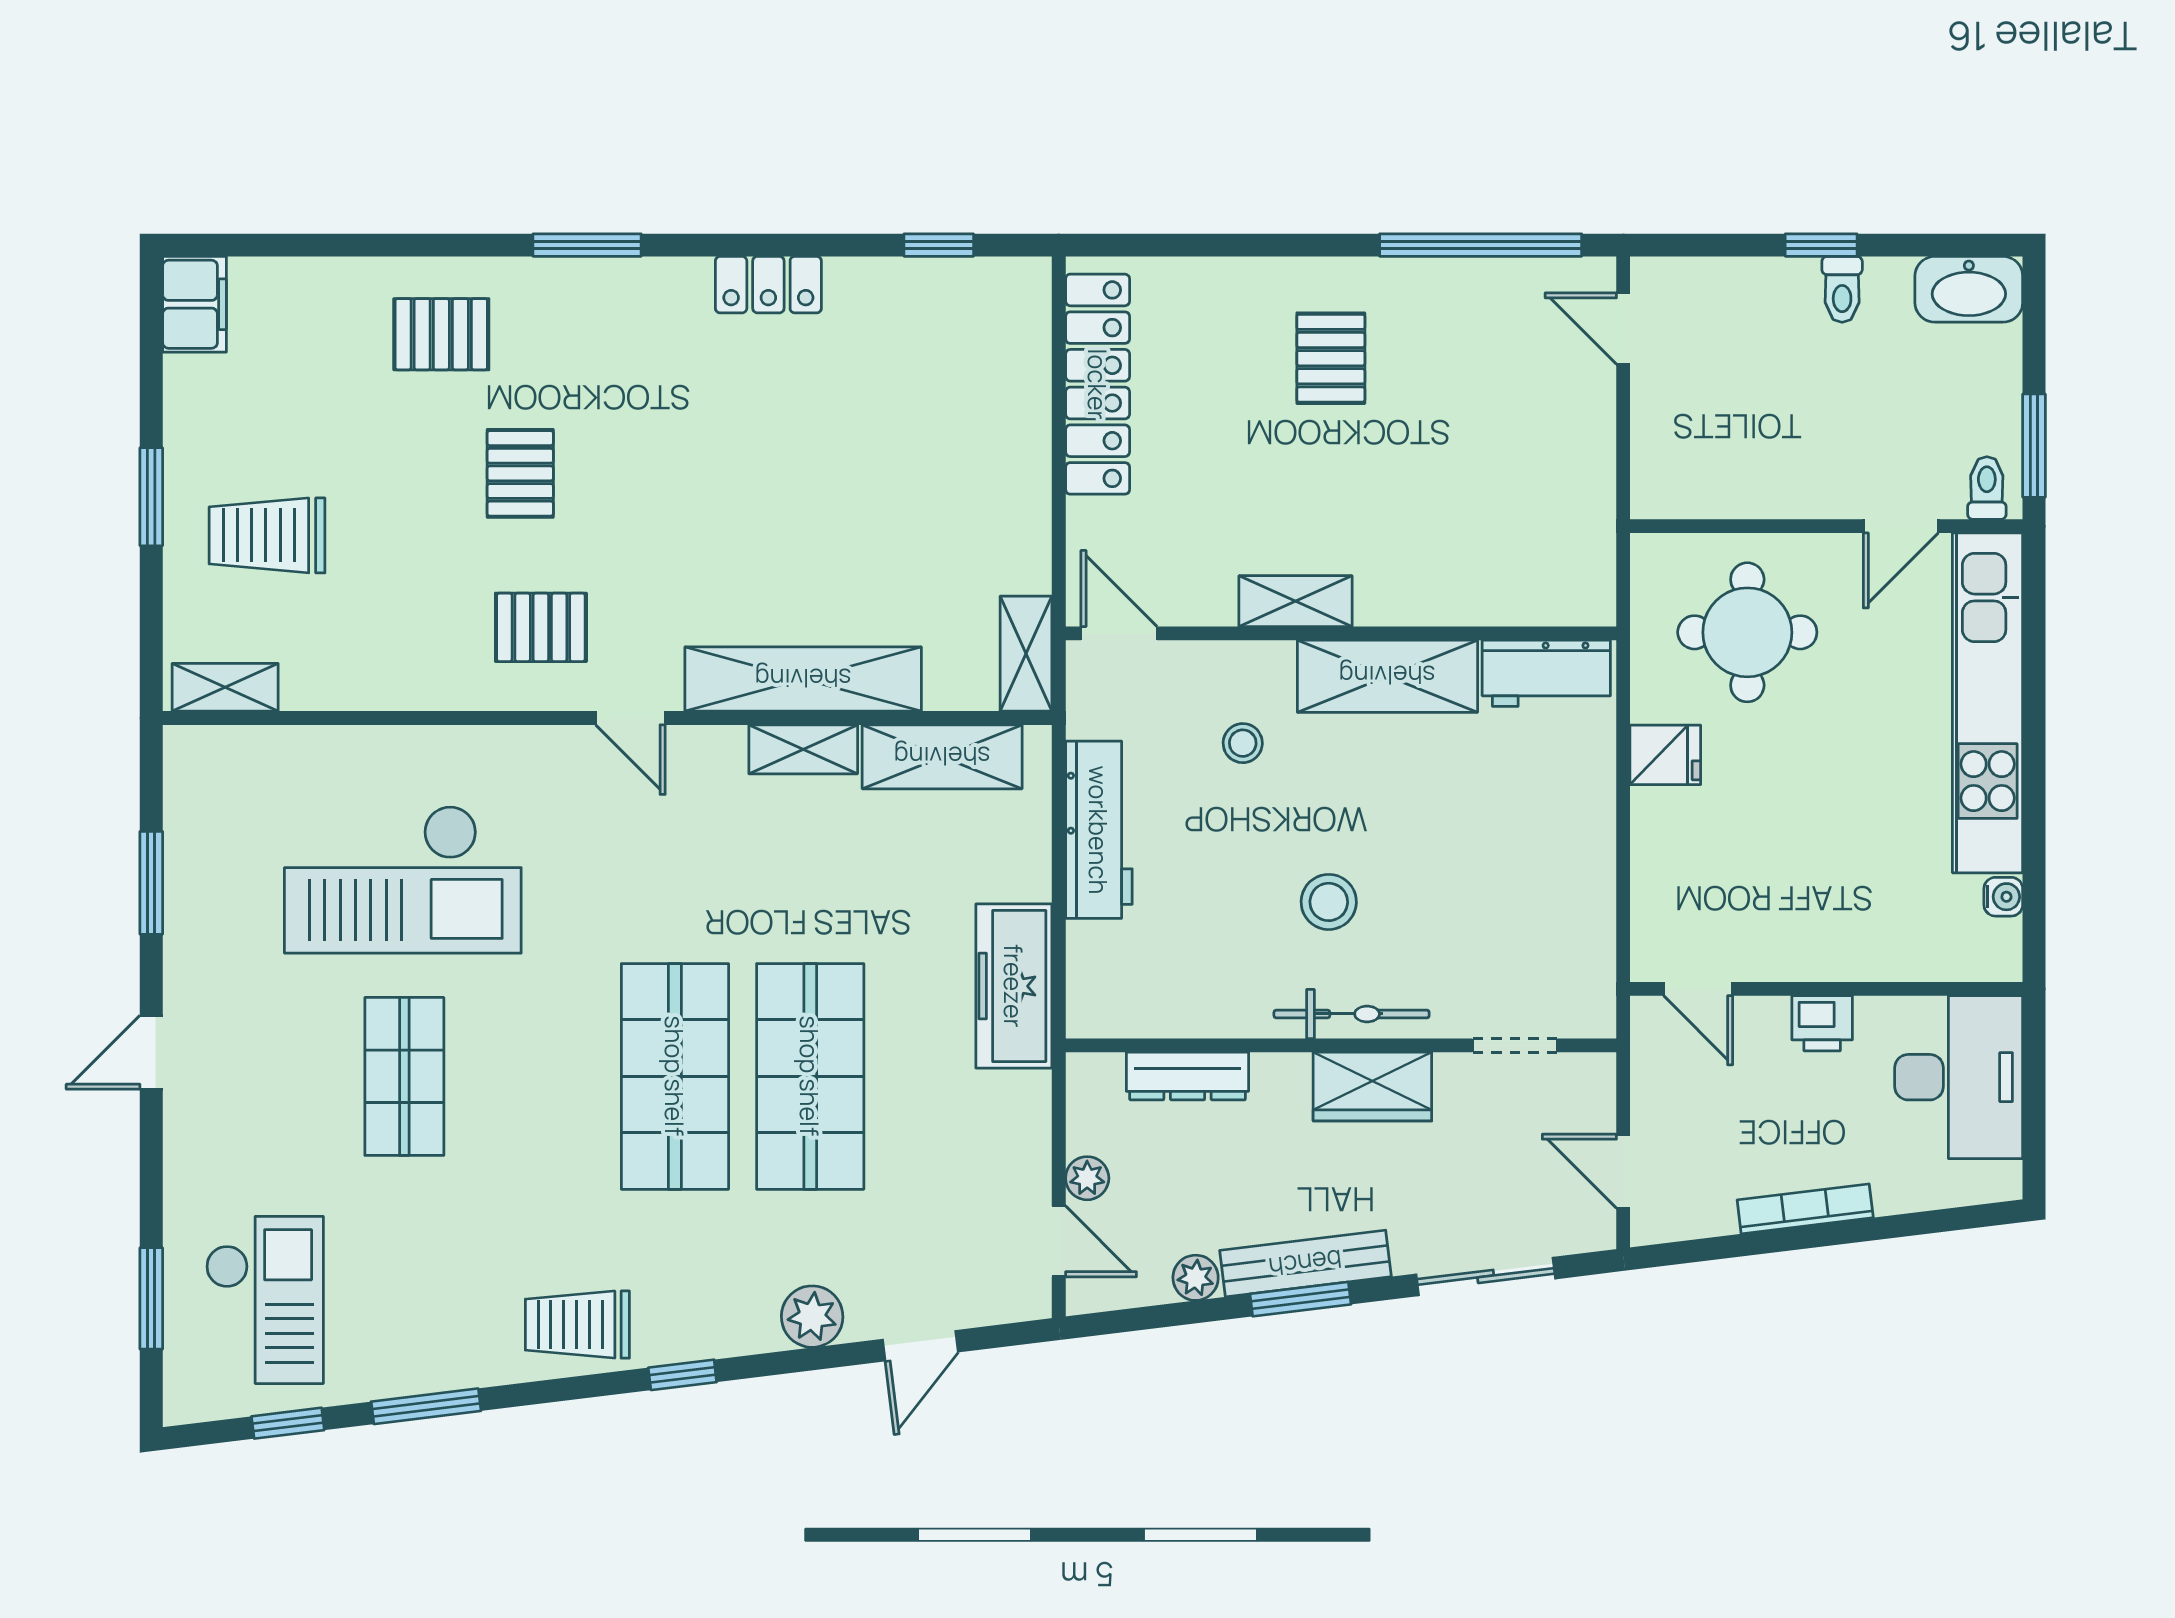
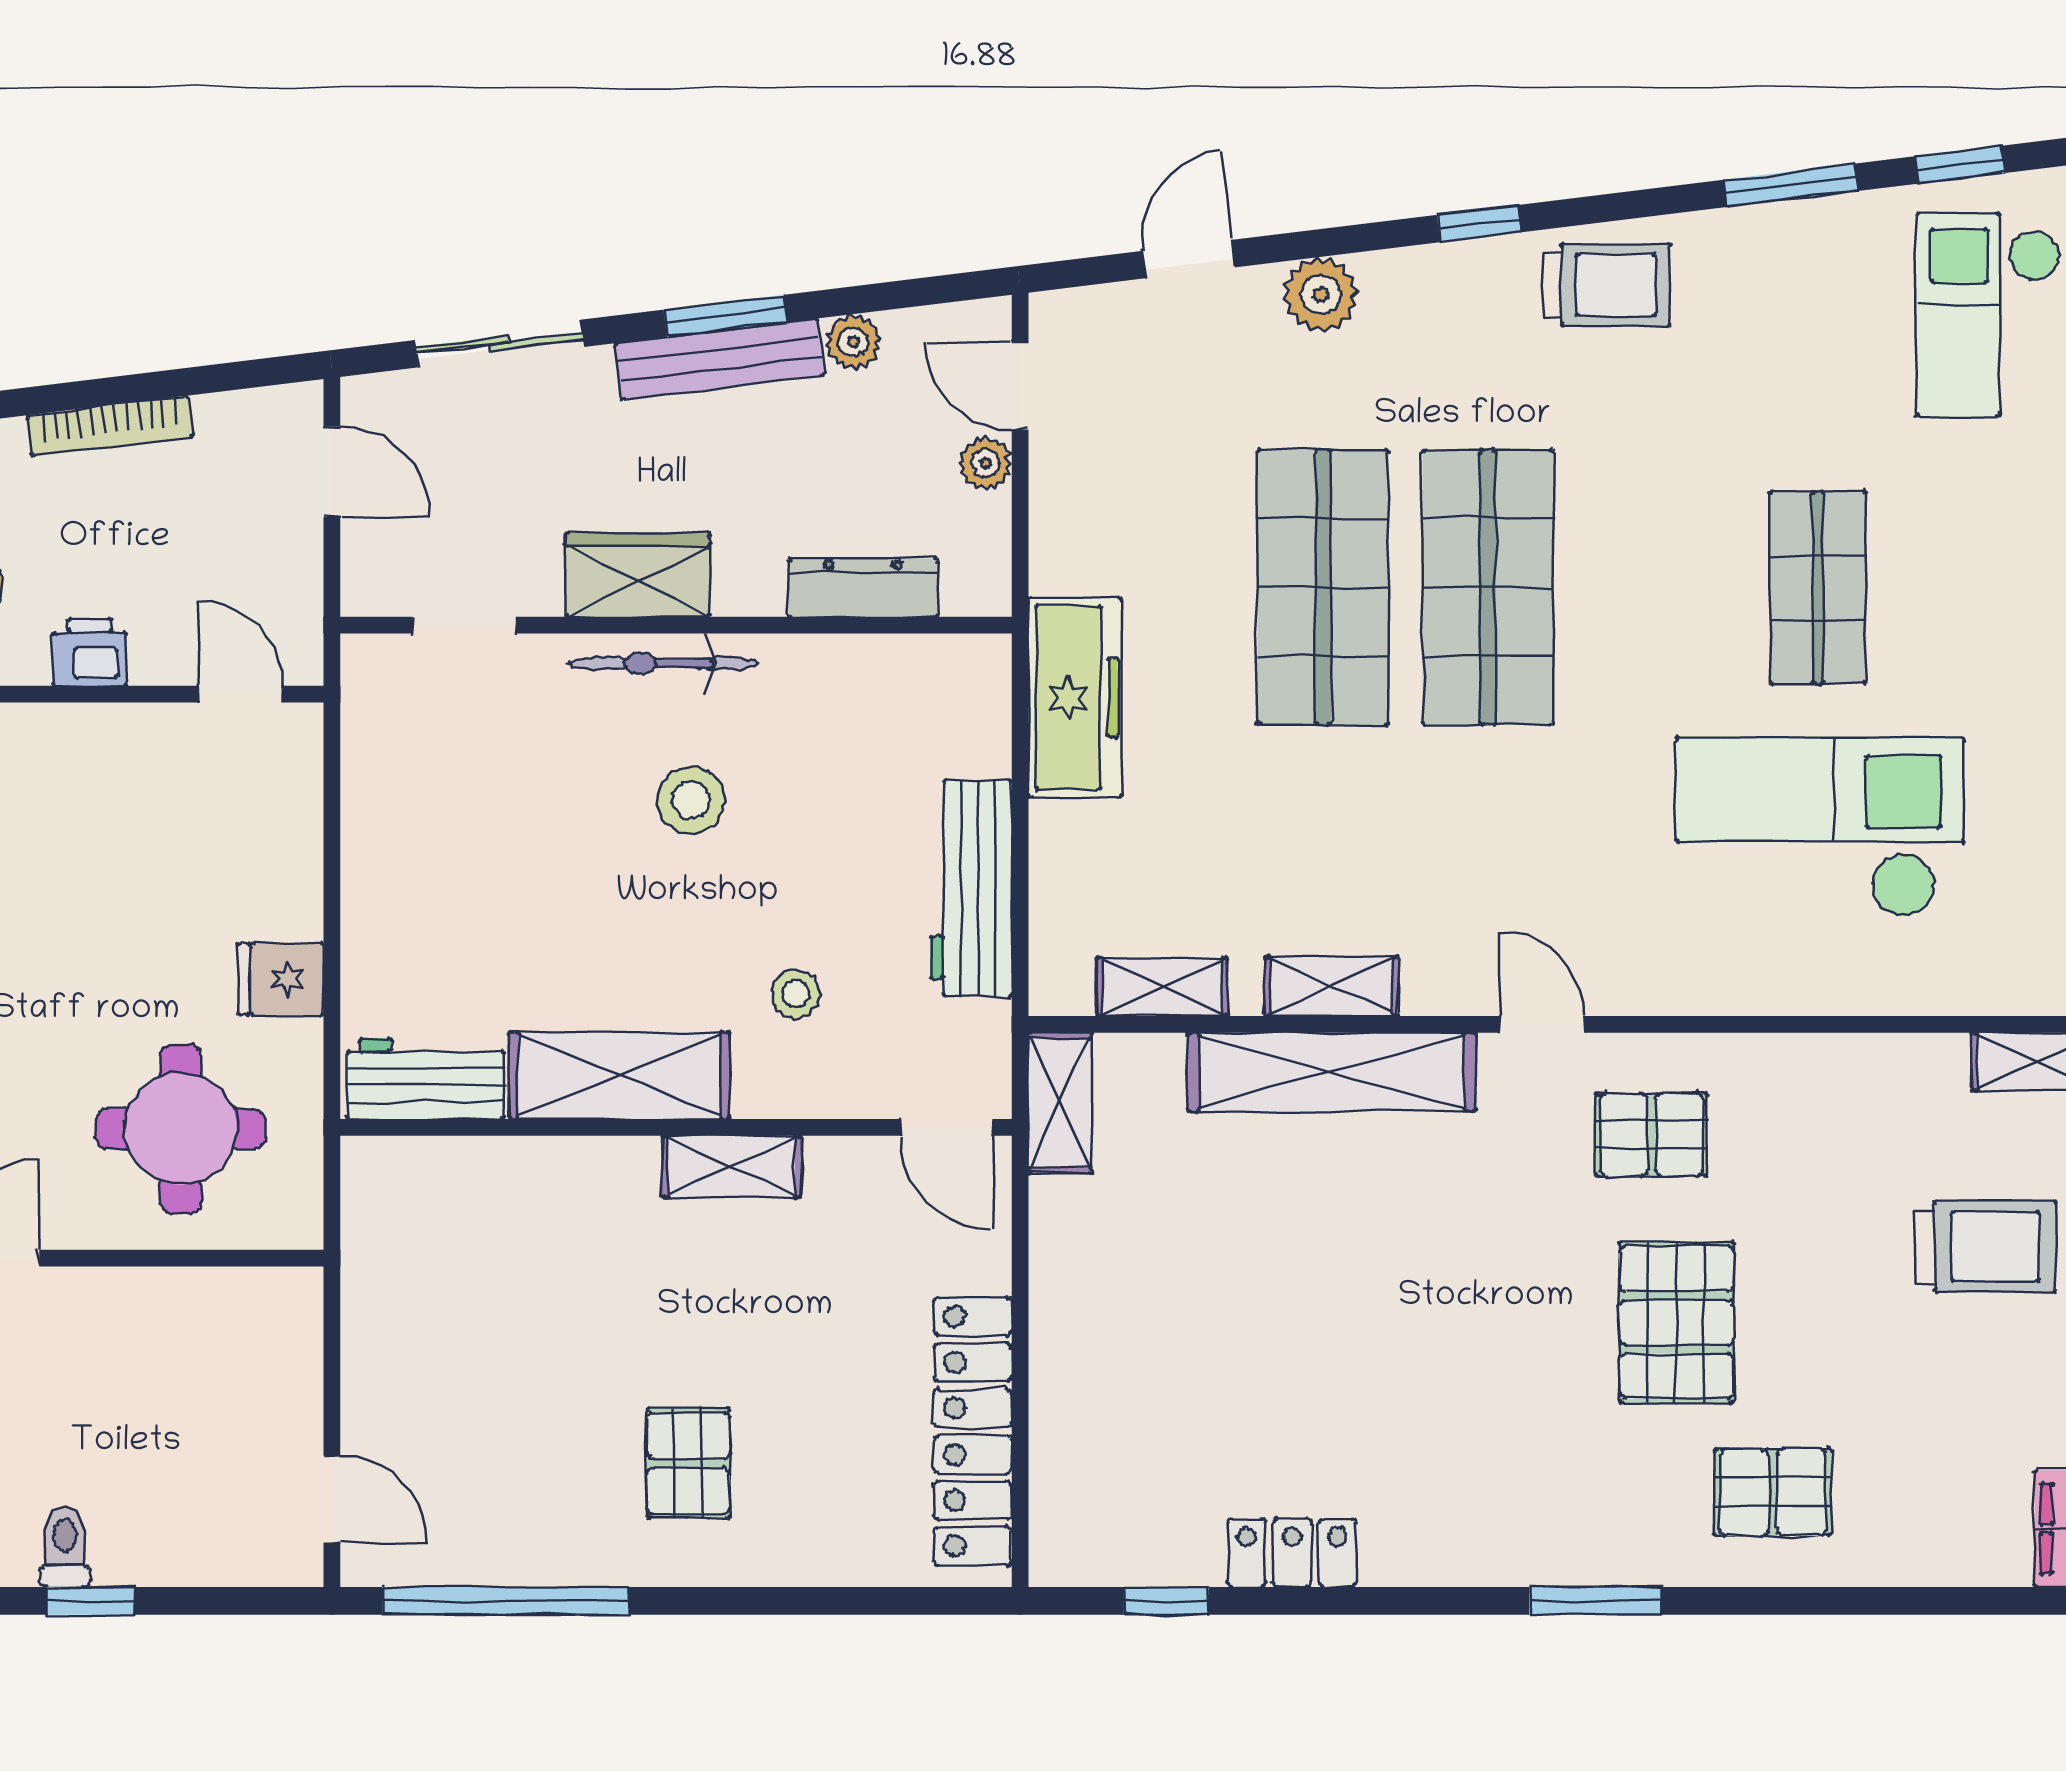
locker: (768, 285) -> (1292, 1553), moved
pallet: (520, 473) -> (1677, 1322), width x1.50, depth x1.42
shelving: (942, 757) -> (1162, 987), width x0.67, depth x0.75

